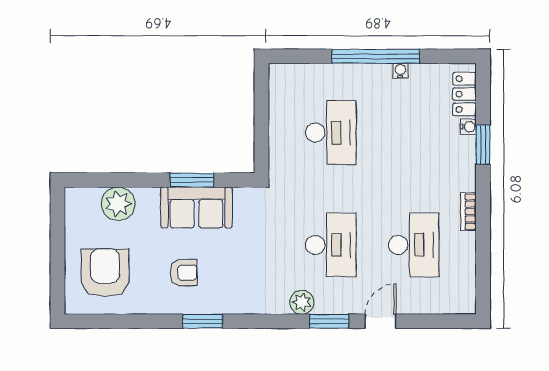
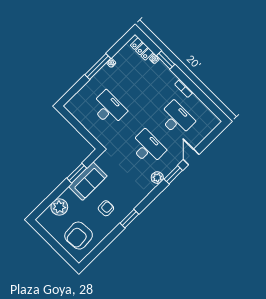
window: (376, 56) -> (98, 66), width x0.68
armchair: (105, 273) -> (79, 236), turned -94

